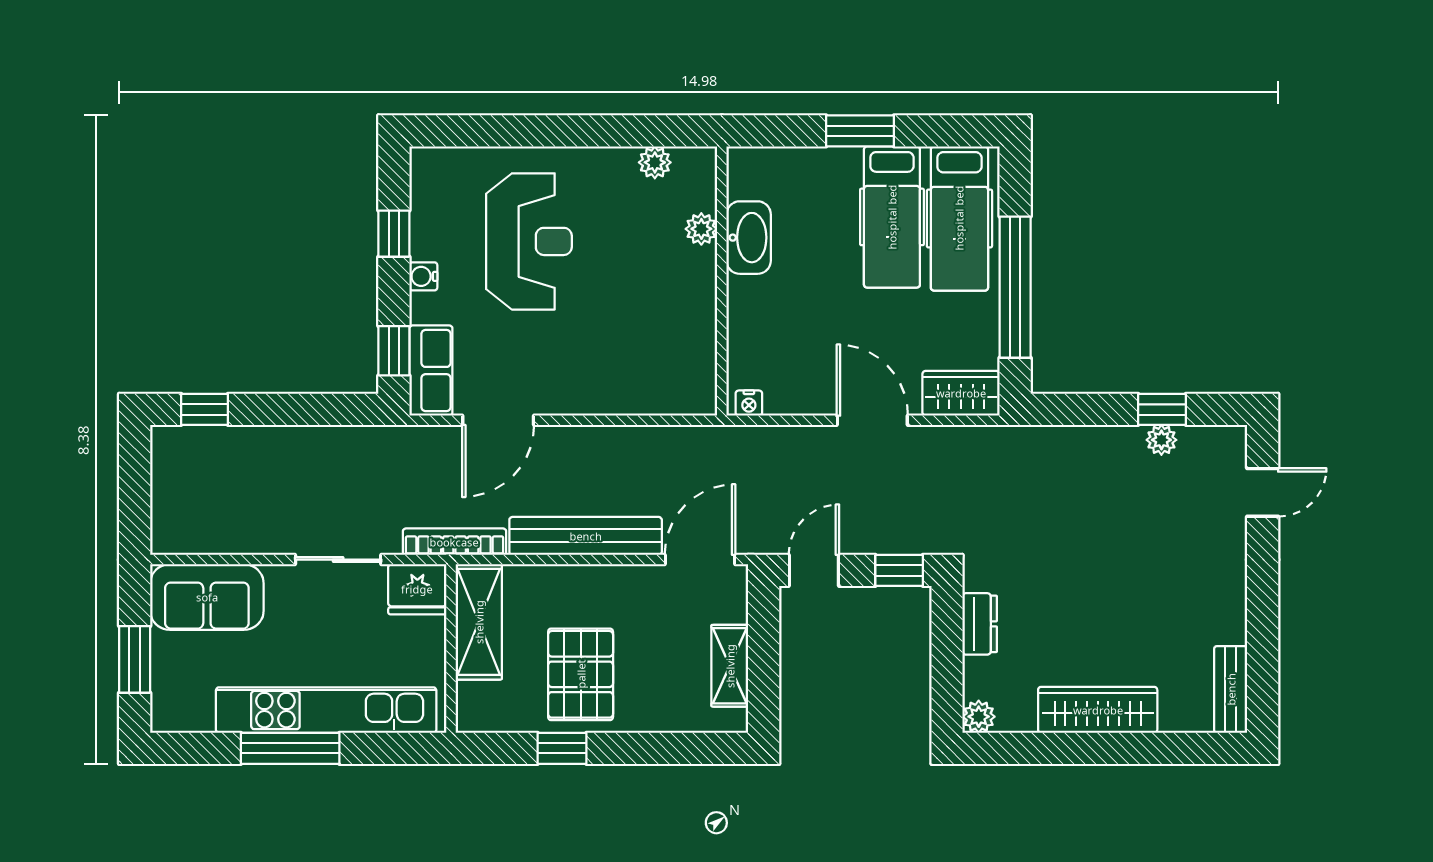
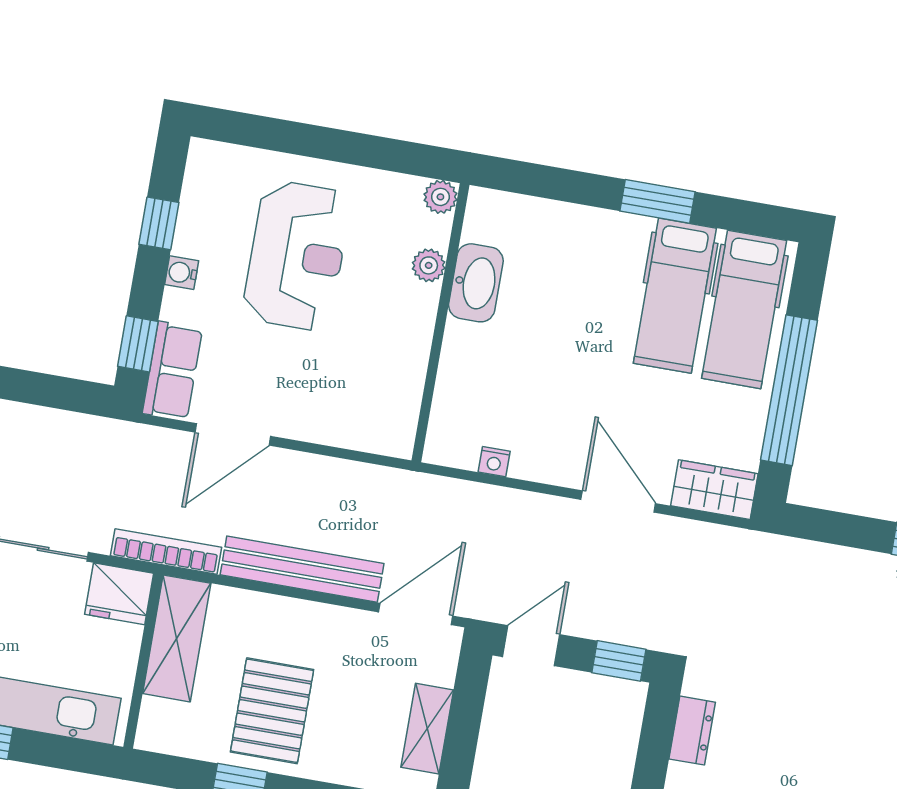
plant: (701, 229) -> (429, 265), moved
washbasin: (749, 238) -> (476, 283), moved
wall: (722, 281) -> (440, 323), moved

